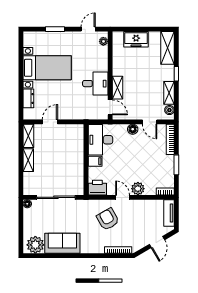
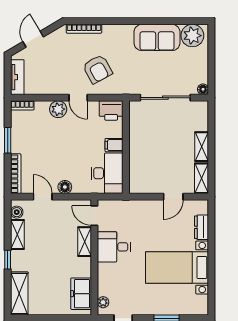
freezer: (136, 39) -> (81, 294), moved, turned -90

